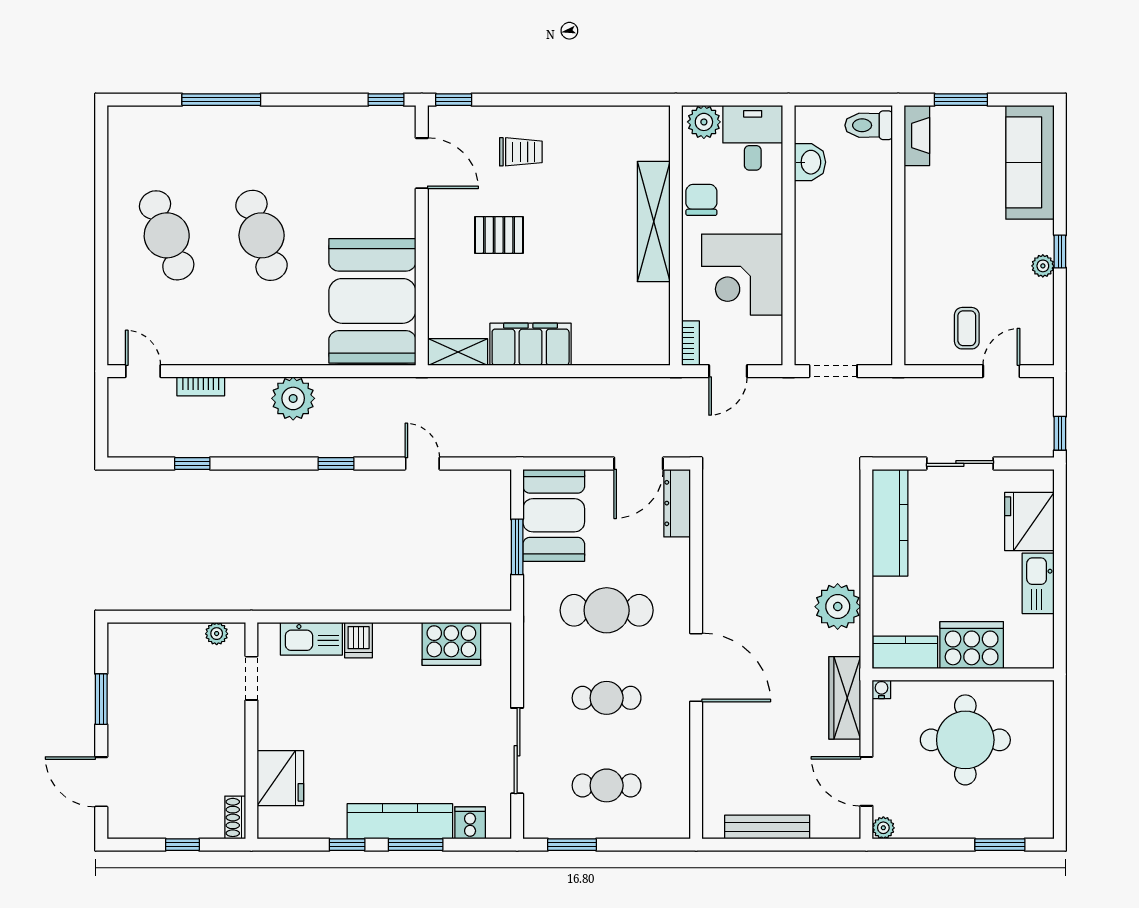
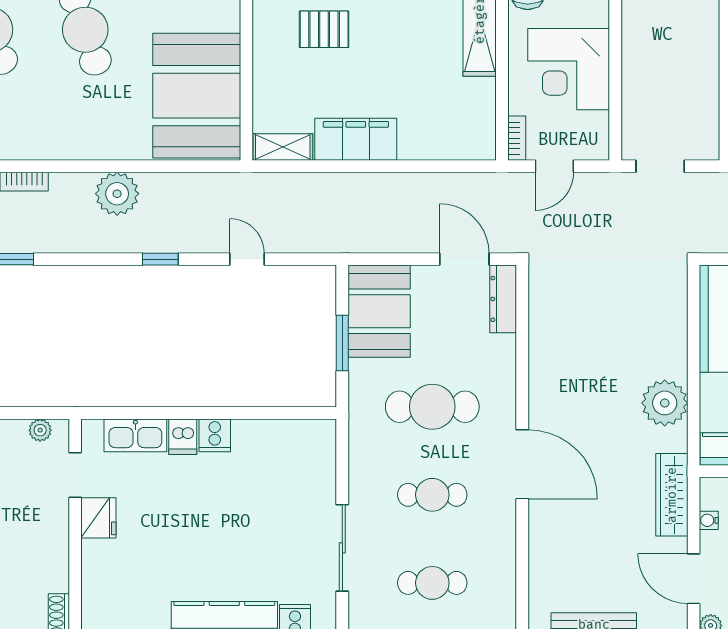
door: (639, 463) -> (464, 259), swing flipped
cooker: (451, 644) -> (215, 435), moved, width x0.53, depth x0.76
water cooler: (881, 689) -> (709, 520), moved, turned -90
fridge: (280, 778) -> (98, 518), moved, width x0.73, depth x0.75

